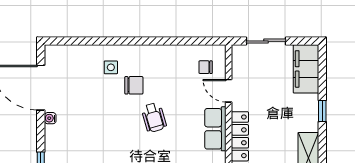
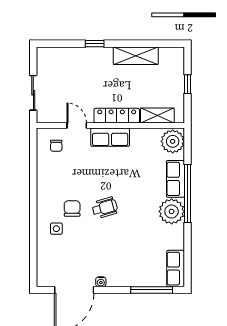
filing cabinet: (306, 69) -> (58, 58), removed
door: (229, 91) -> (77, 125), swing flipped
wheelchair: (154, 118) -> (105, 208), moved

